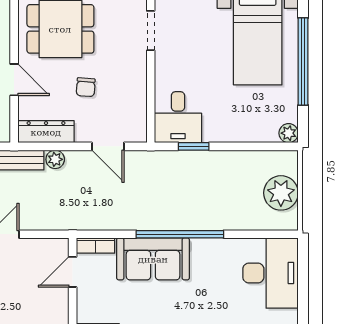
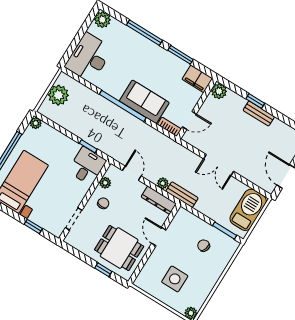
chair: (86, 87) -> (103, 203), moved
plant: (137, 109) -> (105, 183), added

